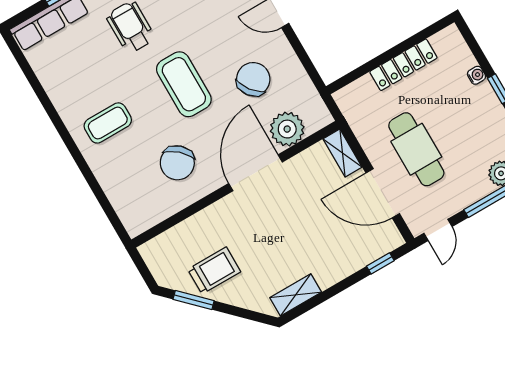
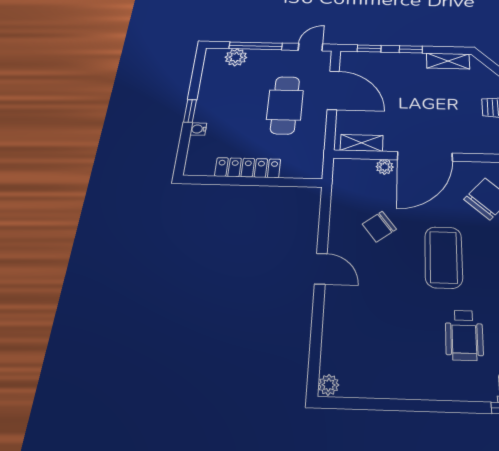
chair: (253, 79) -> (379, 227), width x0.73, depth x0.73
plant: (287, 129) -> (385, 167), width x0.53, depth x0.53
shelving: (342, 153) -> (362, 143), moved, turned 90
window: (339, 287) -> (411, 49), added

